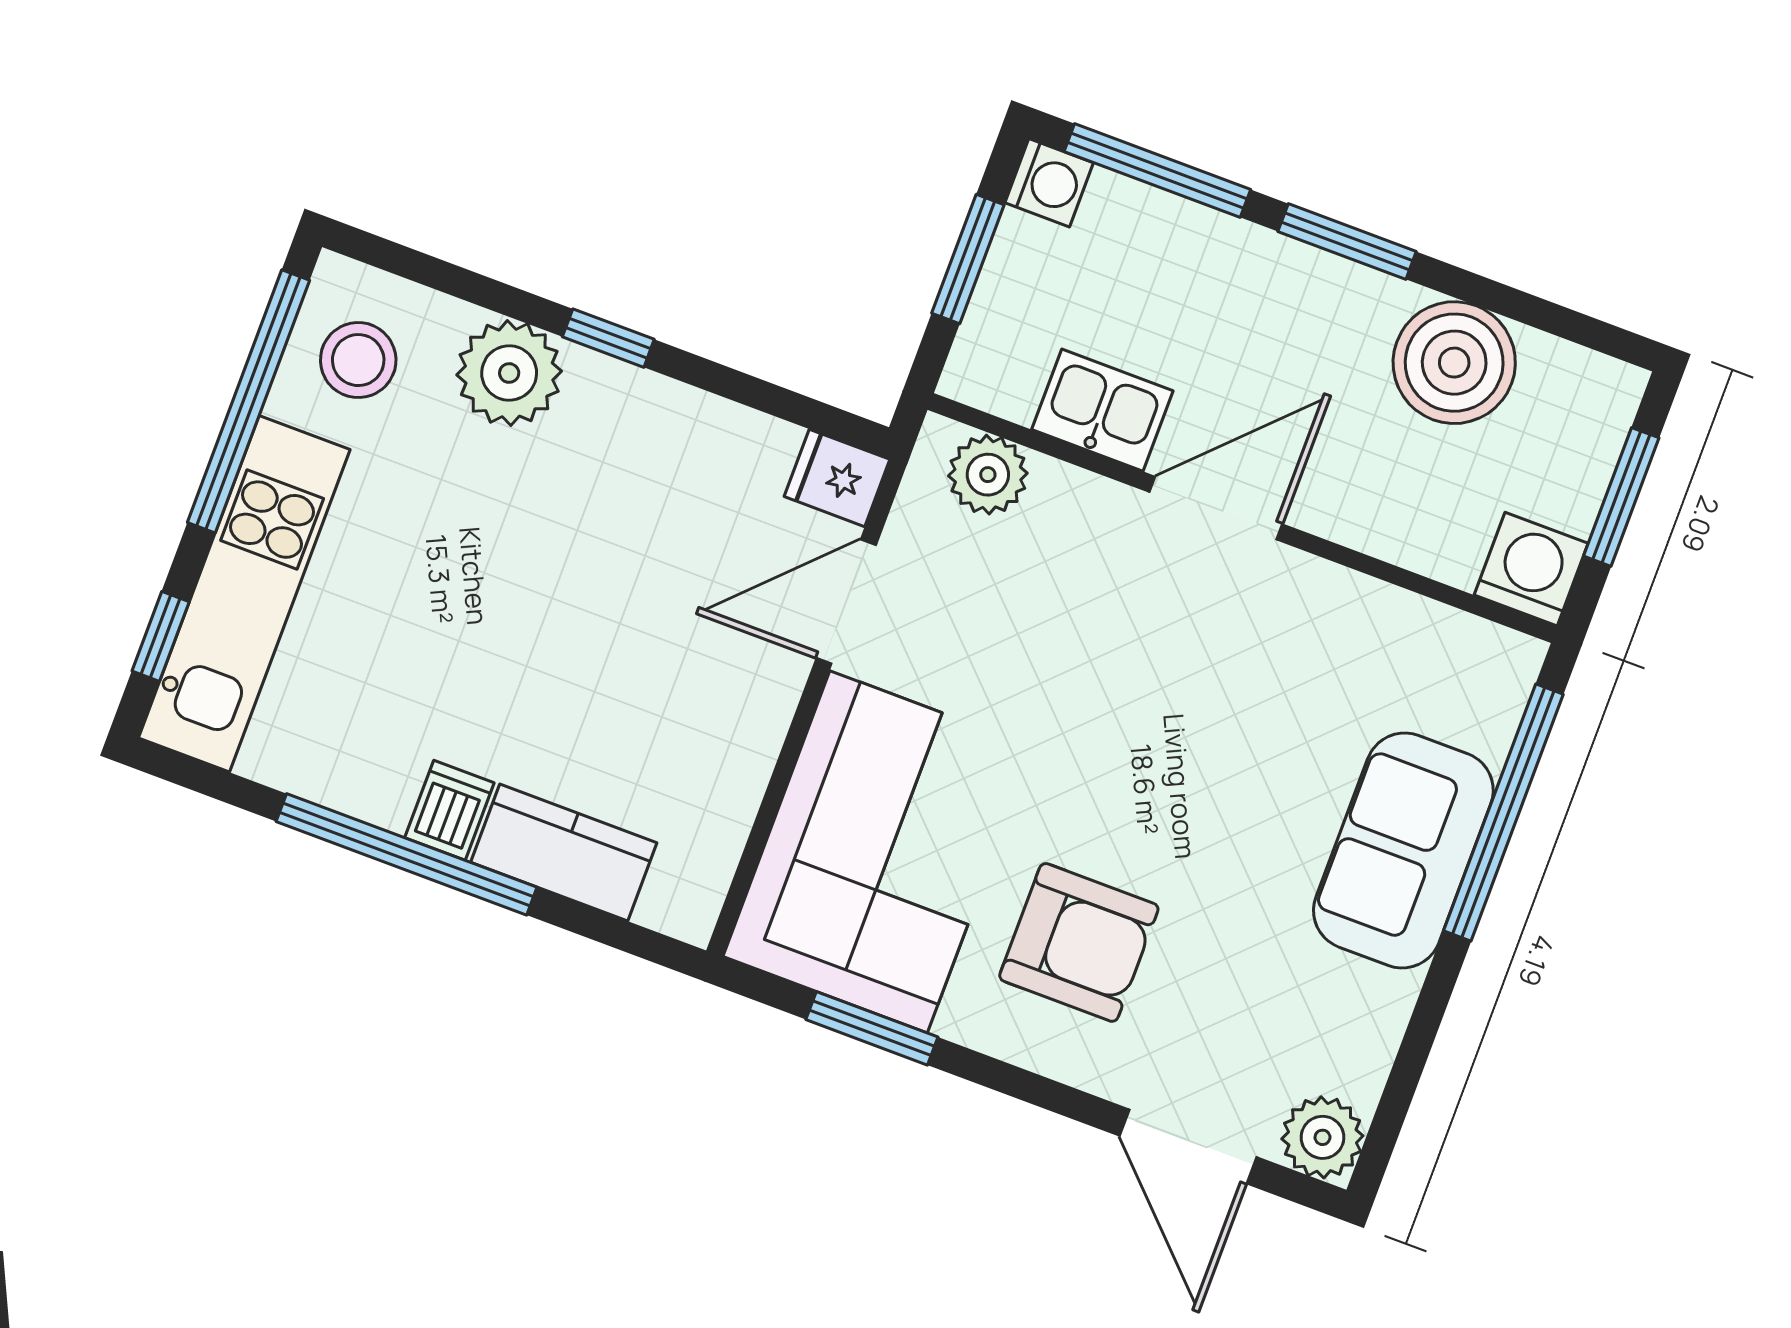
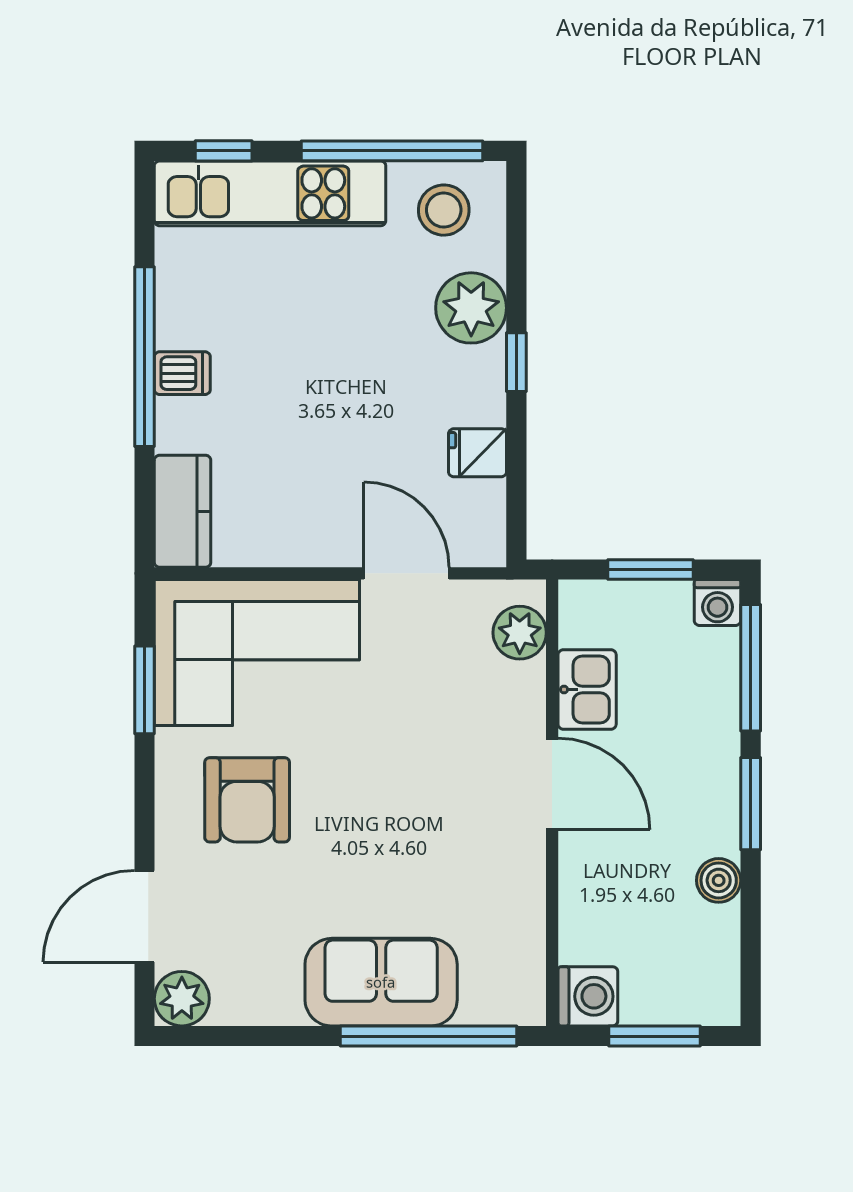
boiler: (1454, 363) -> (719, 880), width x0.54, depth x0.54
fridge: (837, 478) -> (478, 453), moved, turned -90
kitchen counter: (564, 852) -> (183, 511), moved

